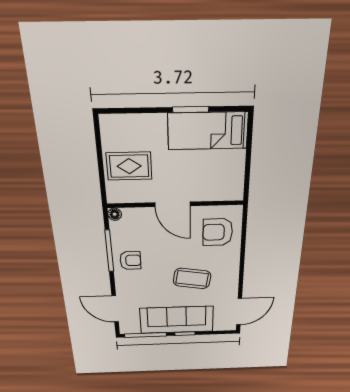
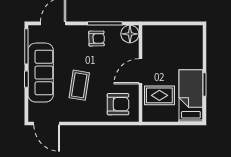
rug: (129, 166) -> (159, 95), moved, turned 90
floor lamp: (115, 214) -> (130, 34), width x1.89, depth x1.89
armchair: (218, 232) -> (118, 104), turned 90
armchair: (130, 260) -> (97, 39), turned -91

